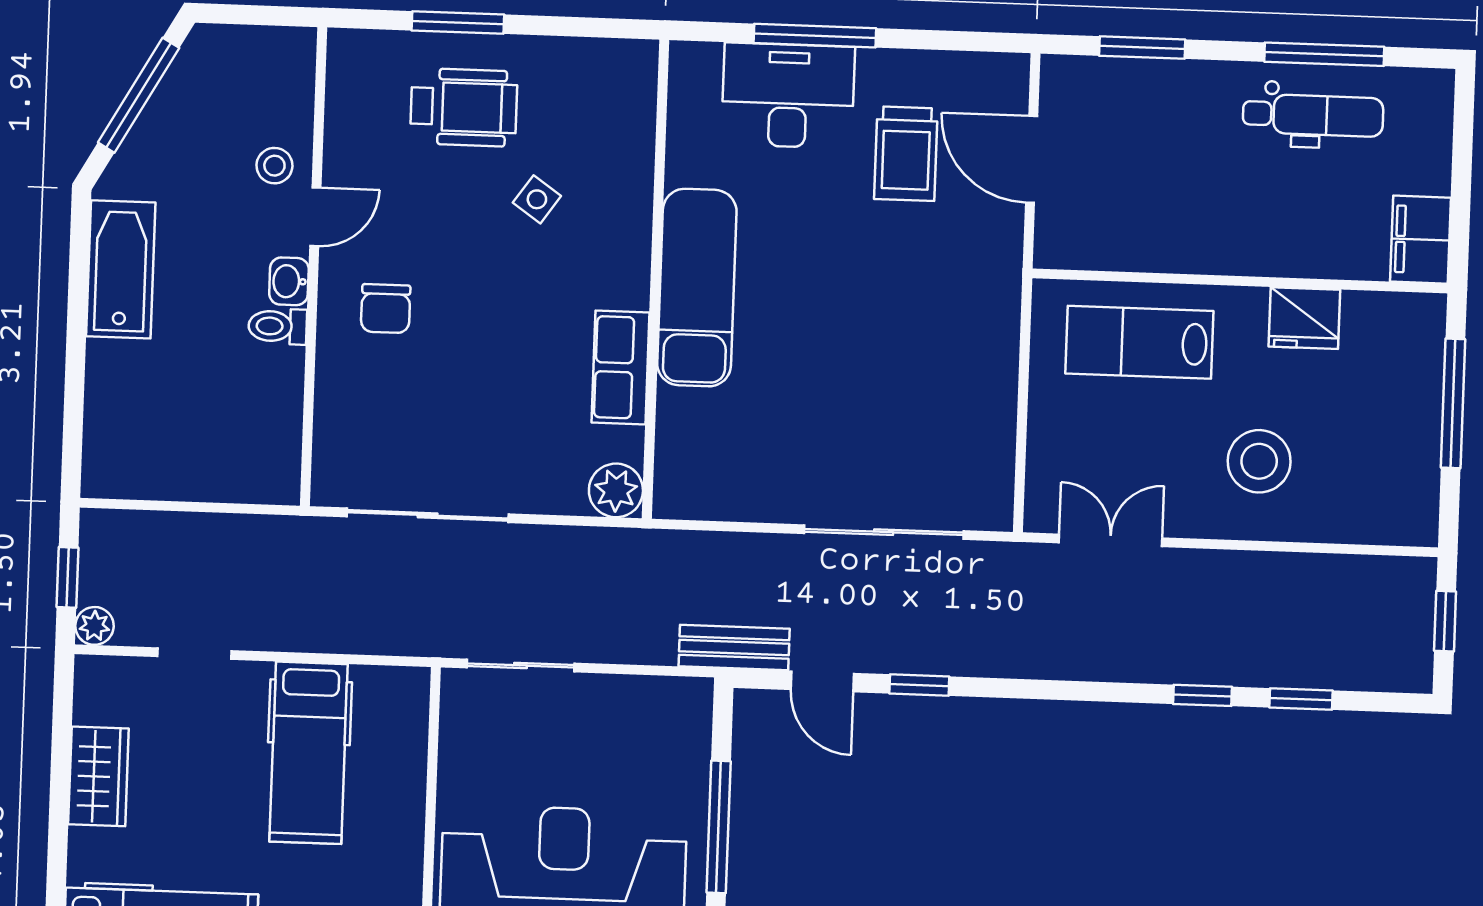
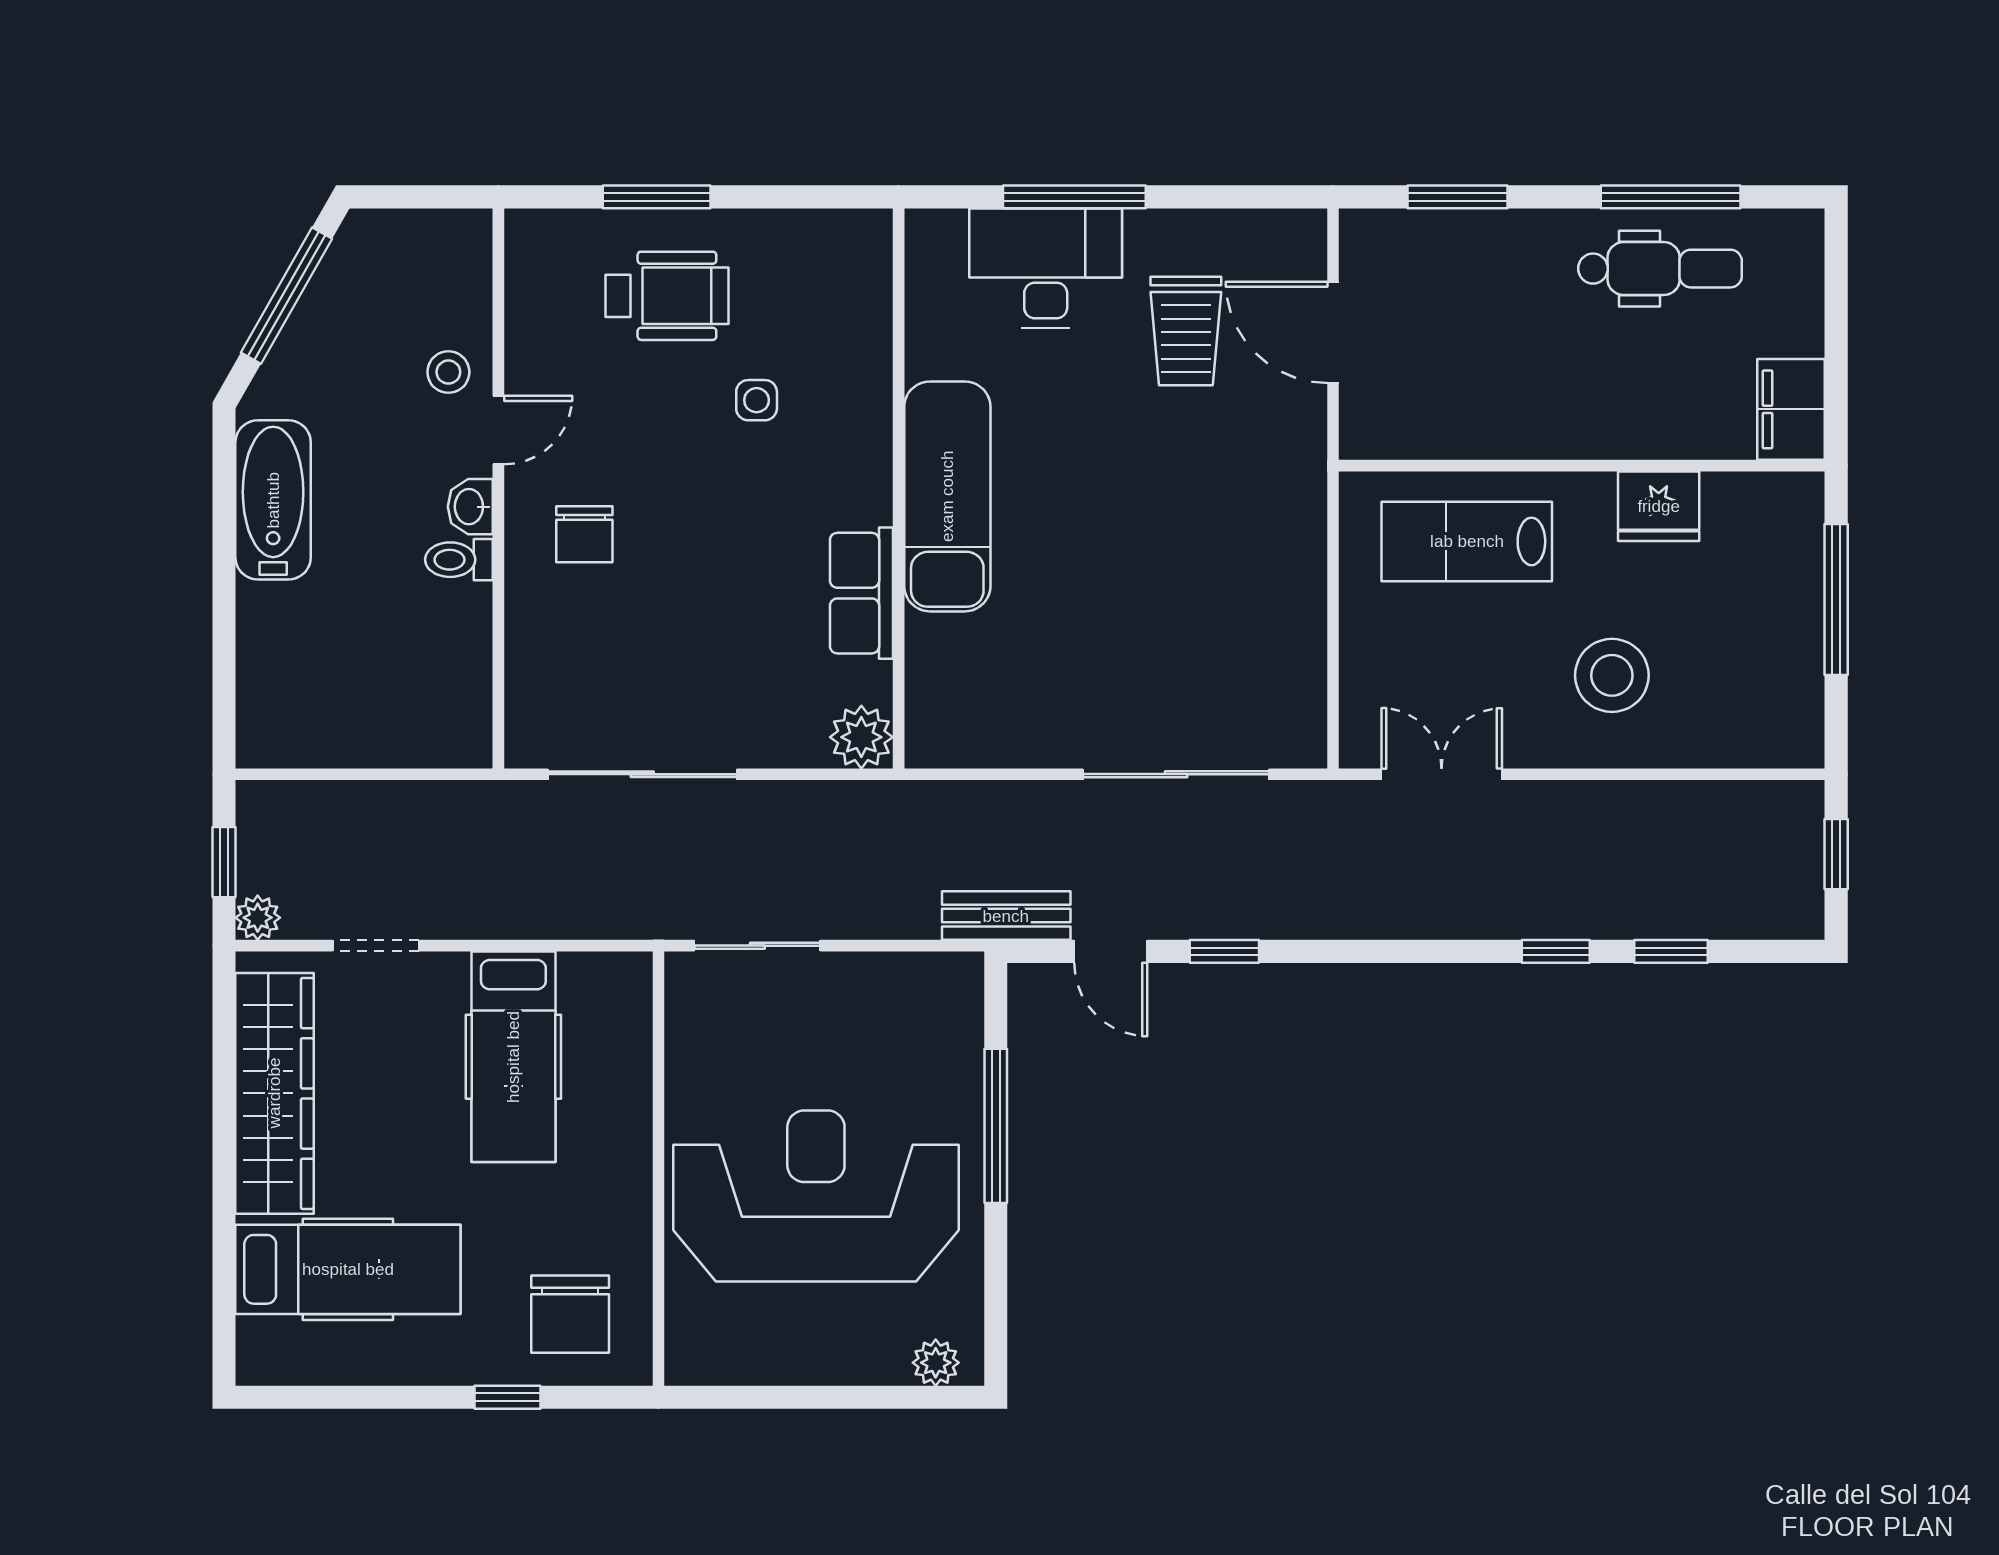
side table: (537, 199) -> (757, 400), turned -35
wardrobe: (98, 776) -> (274, 1093), width x2.10, depth x1.17

